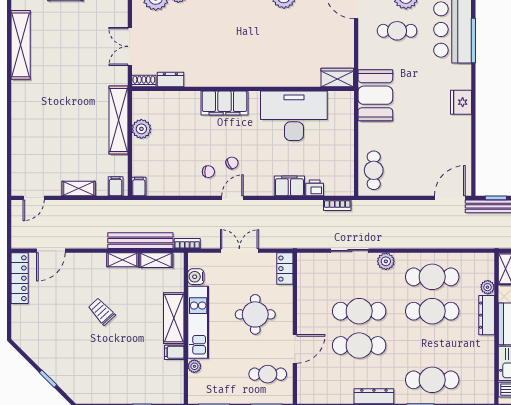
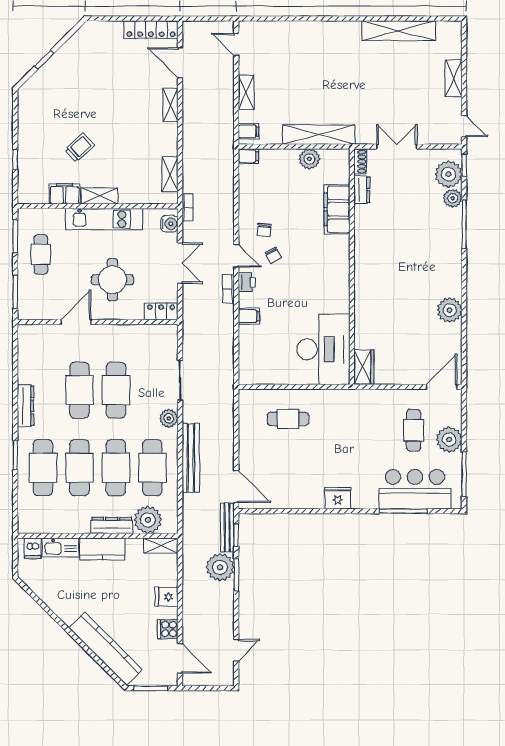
booth: (375, 95) -> (345, 407), removed
filing cabinet: (224, 103) -> (337, 209), moved
desk: (294, 116) -> (323, 349), moved
cafe table: (374, 170) -> (288, 419), moved
filing cabinet: (289, 186) -> (249, 316), width x0.50
printer: (315, 188) -> (247, 282), moved
bookcase: (337, 205) -> (228, 289), moved
bench: (140, 241) -> (191, 458), moved
shelving: (122, 260) -> (170, 105), moved
water cooler: (196, 277) -> (169, 224), moved, turned 90
plant: (488, 287) -> (148, 520), width x1.88, depth x1.88
trolley: (102, 312) -> (80, 148), moved
shelving: (174, 318) -> (99, 196), width x0.67, depth x0.75
cafe table: (432, 346) -> (79, 468), added
door: (295, 349) -> (76, 322), swing flipped
filing cabinet: (174, 352) -> (65, 194), width x2.00
plant: (194, 366) -> (57, 215), removed
cafe table: (268, 374) -> (41, 254), moved

